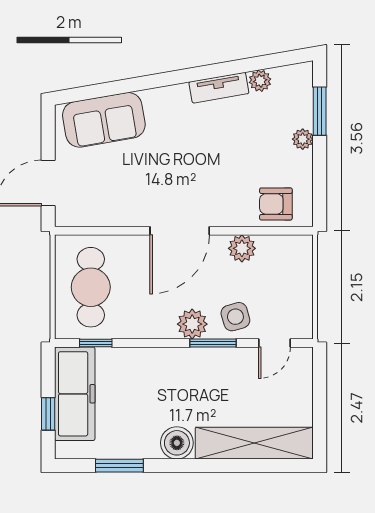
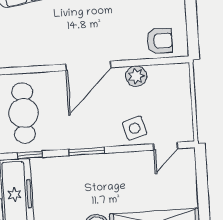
armchair: (276, 204) -> (160, 41), turned 180
plant: (192, 324) -> (102, 136), removed
window: (213, 343) -> (87, 151), moved

